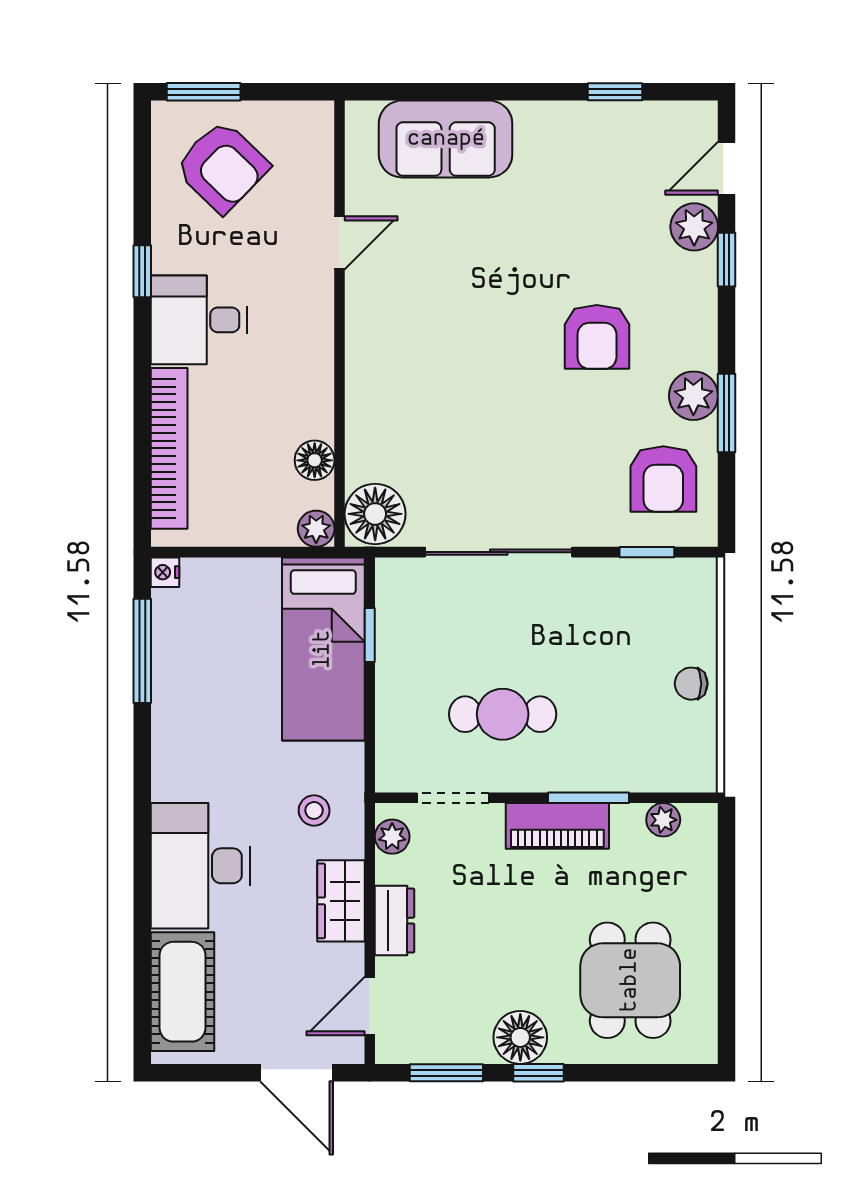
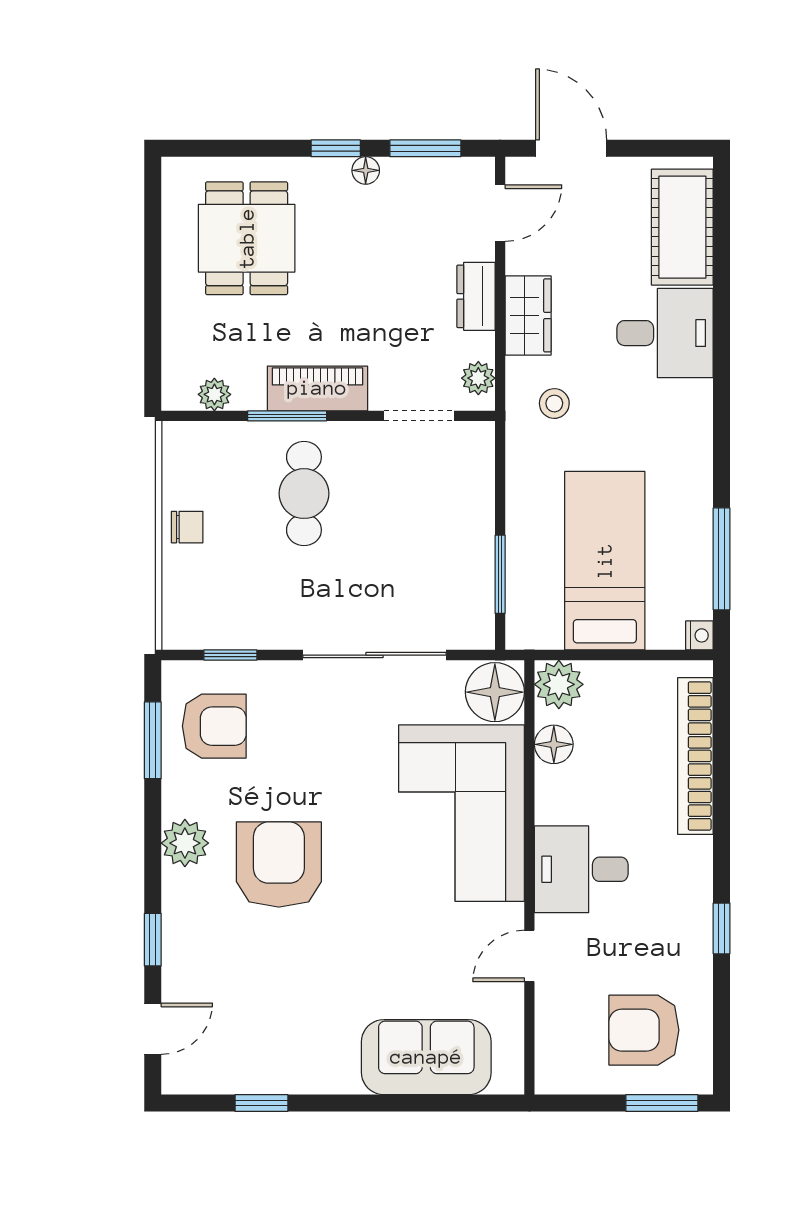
armchair: (222, 167) -> (644, 1030), turned -44
plant: (694, 227) -> (184, 972), removed
desk: (199, 320) -> (581, 869), moved, turned 180
armchair: (597, 337) -> (279, 865), width x1.36, depth x1.36
corner sofa: (409, 390) -> (461, 813), added
plant: (693, 396) -> (185, 843), moved
window: (727, 413) -> (153, 740), moved
armchair: (663, 479) -> (214, 726), turned 90
plant: (316, 529) -> (559, 684), width x1.38, depth x1.38
window: (370, 635) -> (500, 574), width x1.50
bed: (323, 649) -> (605, 561), moved
cafe table: (503, 714) -> (304, 494), moved, turned 90
desk: (200, 866) -> (665, 333), width x0.73
floor lamp: (520, 1037) -> (366, 170), width x0.53, depth x0.53

